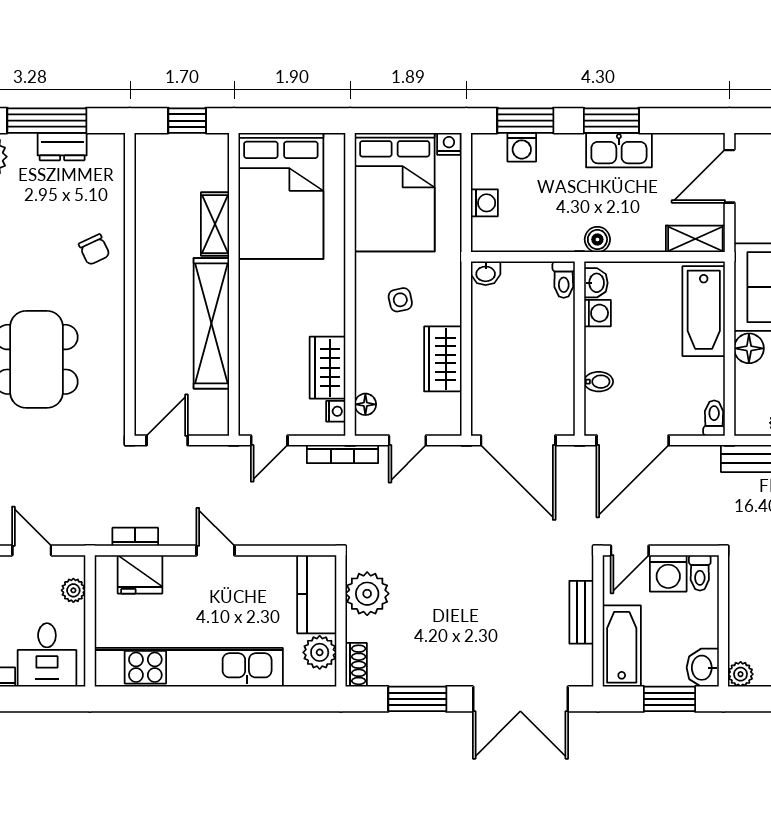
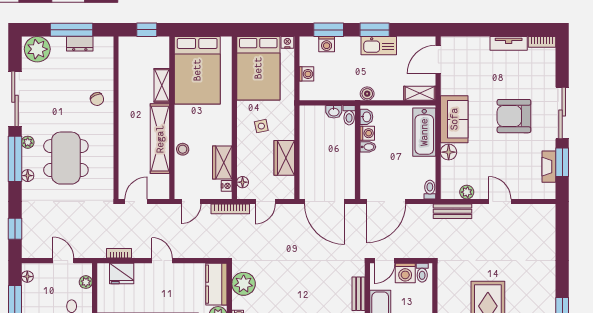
washbasin: (486, 273) -> (334, 112), moved
stool: (254, 343) -> (183, 149), added
bidet: (599, 382) -> (368, 147), moved

